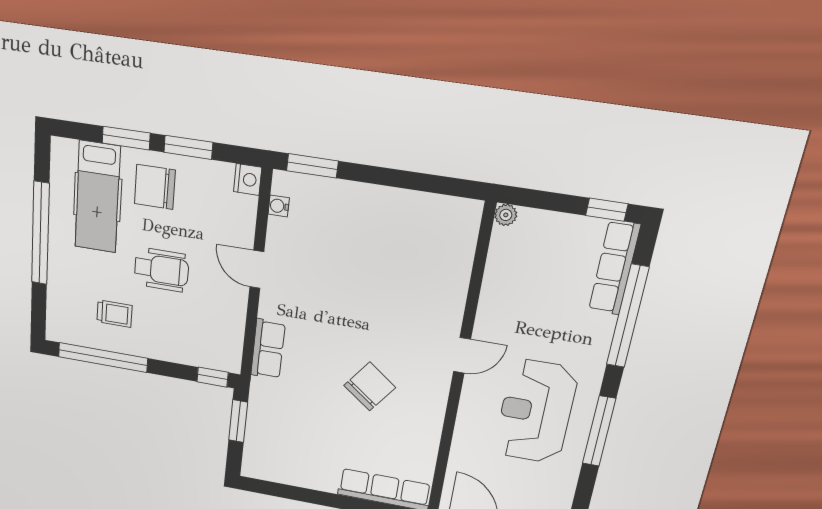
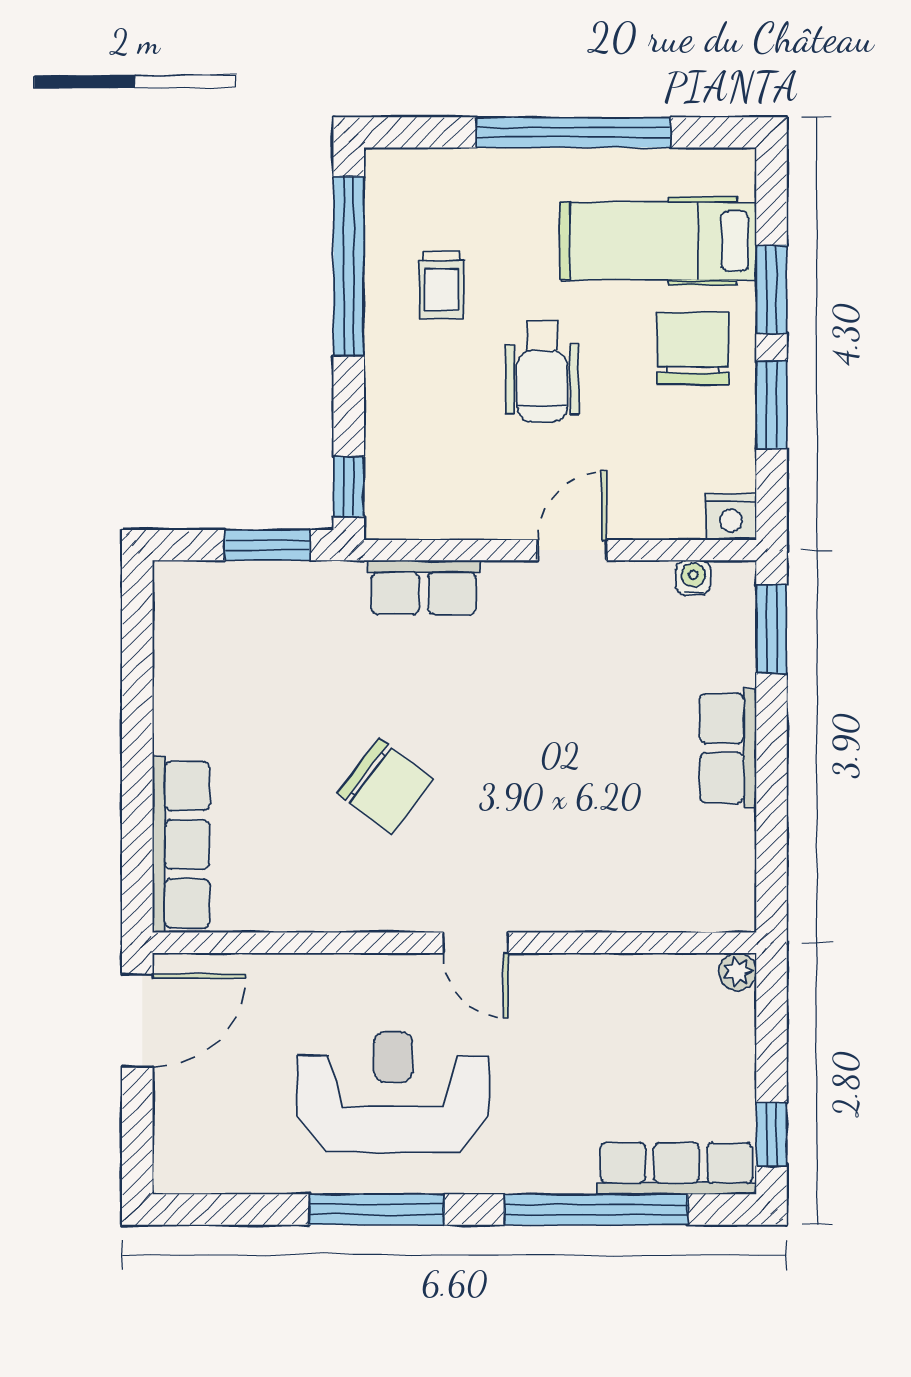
row of seats: (376, 201) -> (728, 748), added

